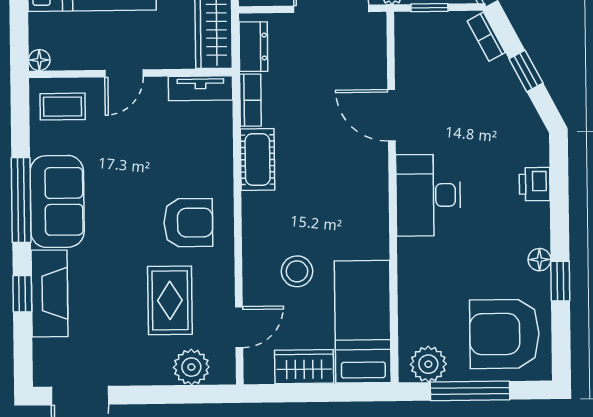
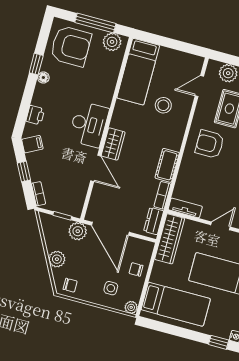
filing cabinet: (525, 127) -> (32, 144), added
wardrobe: (304, 367) -> (113, 144), moved, turned -90

